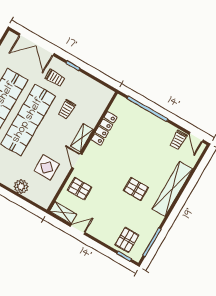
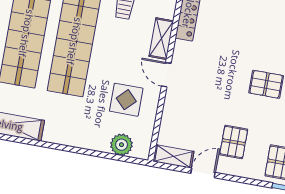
plant: (21, 187) -> (122, 145), moved
pallet: (80, 189) -> (234, 142), moved, turned 90

